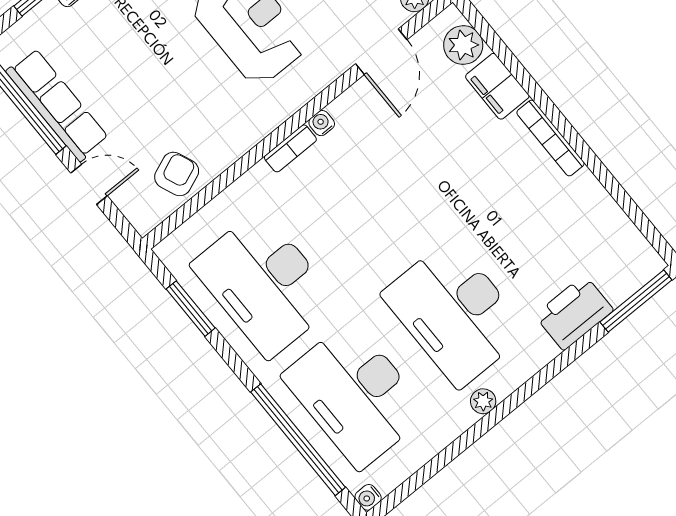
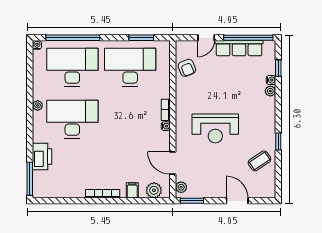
filing cabinet: (497, 86) -> (132, 190), width x0.50

